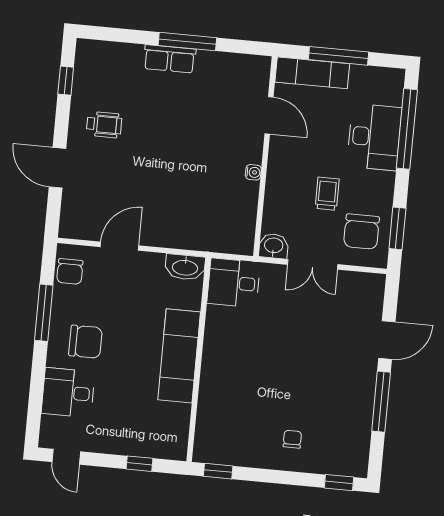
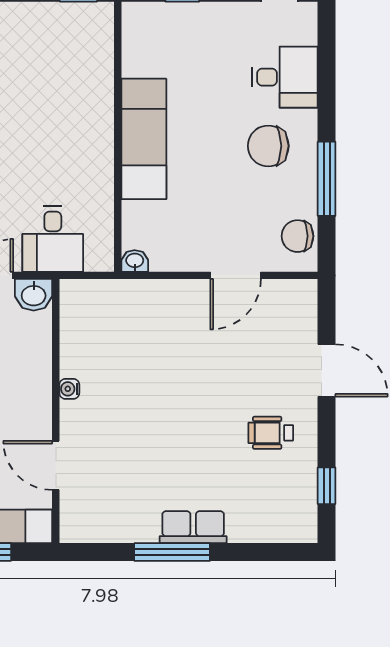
washbasin: (185, 267) -> (135, 261), width x0.52, depth x0.69
chair: (70, 272) -> (298, 236), turned -90
desk: (234, 283) -> (53, 239), moved, turned 90

